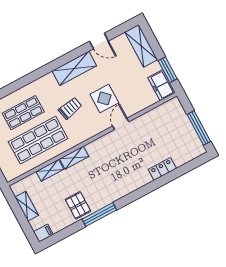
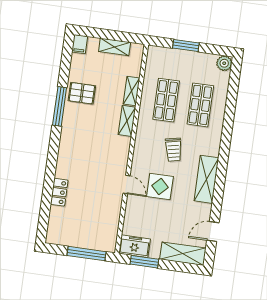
door: (99, 41) -> (213, 232), moved
window: (199, 128) -> (87, 254), moved
shop shelf: (38, 140) -> (166, 100), width x0.70, depth x0.74

